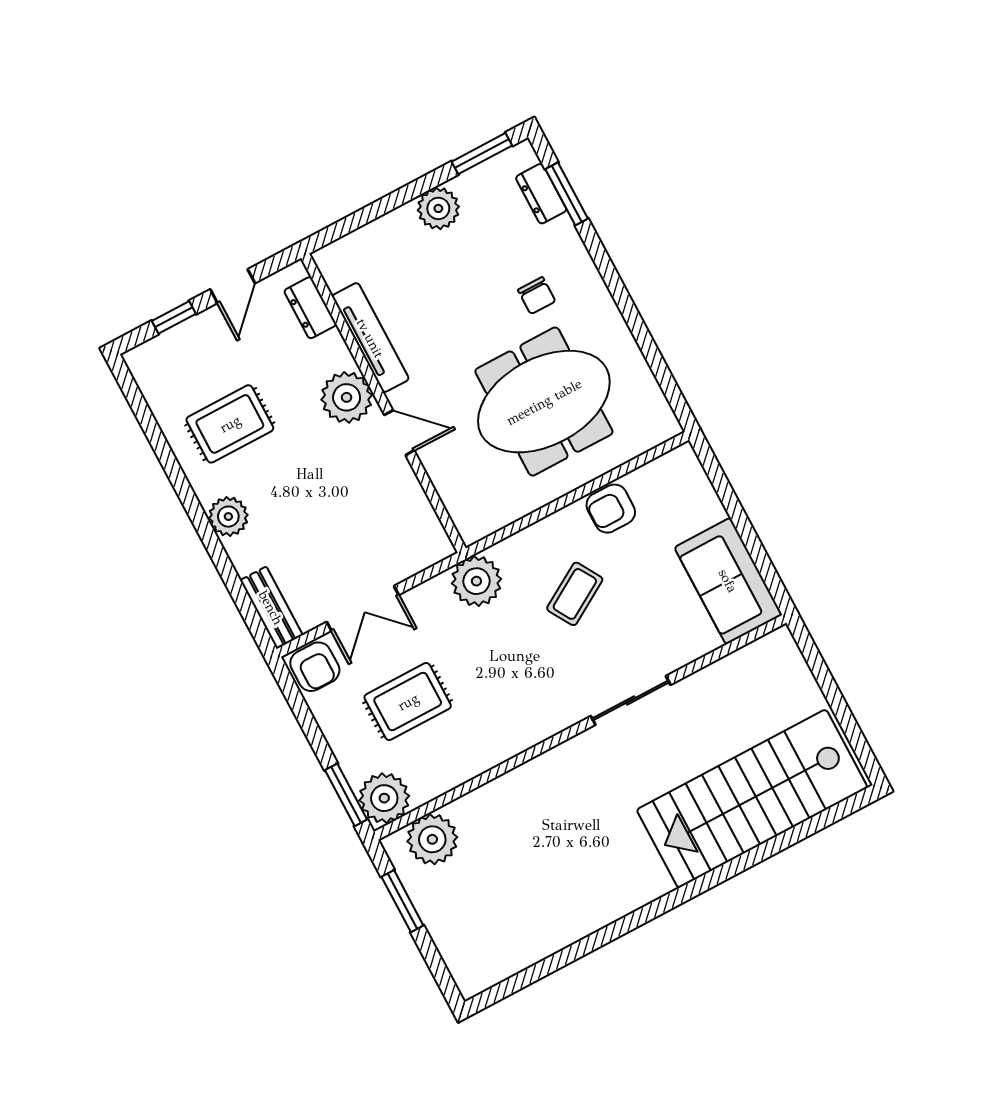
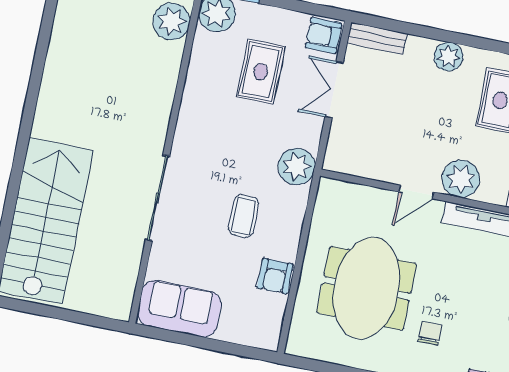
chair: (537, 296) -> (430, 333), turned 90
armchair: (611, 509) -> (275, 276), turned 180
coffee table: (575, 594) -> (244, 216), turned 31
sliding door: (631, 700) -> (157, 198), width x1.37

